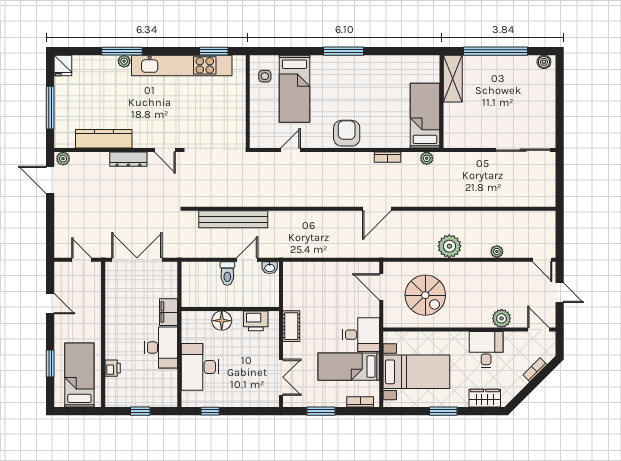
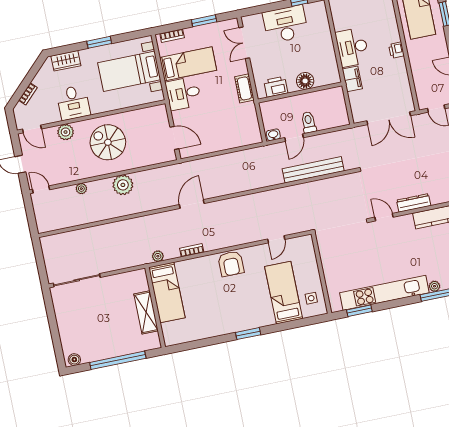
window: (344, 51) -> (248, 334), width x0.69
shelving: (453, 79) -> (146, 312), moved
spiral stairs: (425, 295) -> (108, 142), moved
desk: (200, 367) -> (285, 24), moved, turned -90
printer: (113, 368) -> (396, 50), moved

